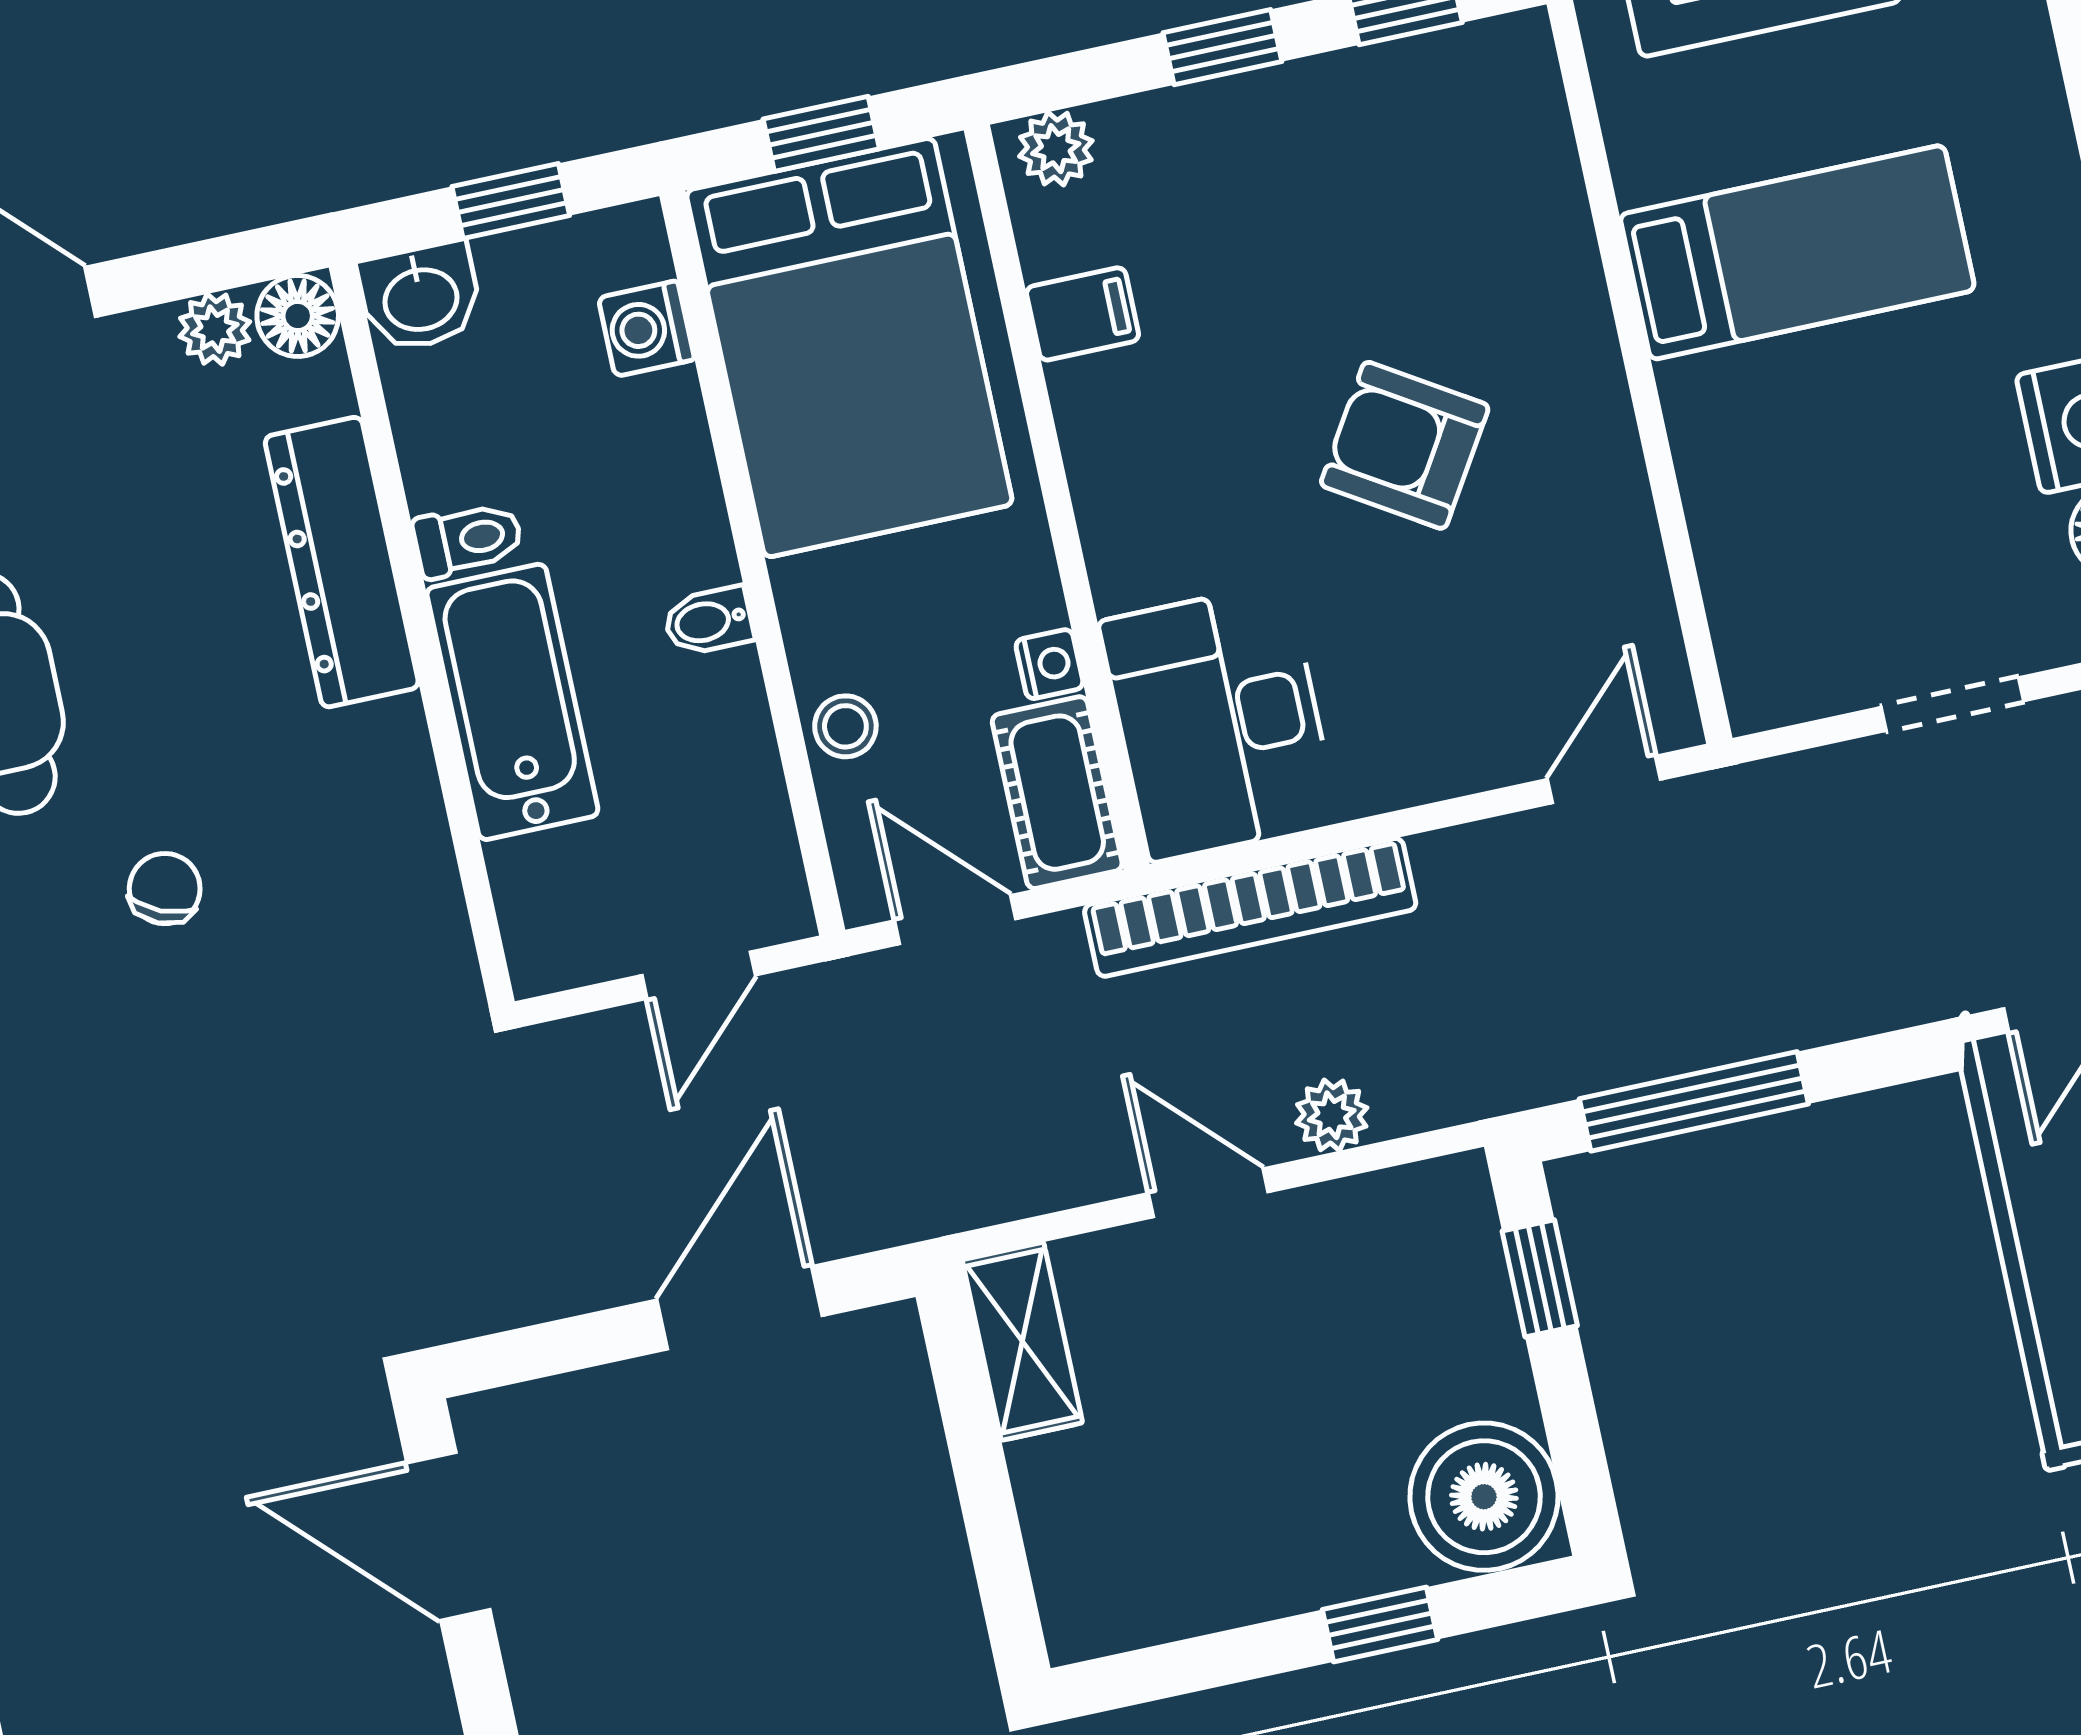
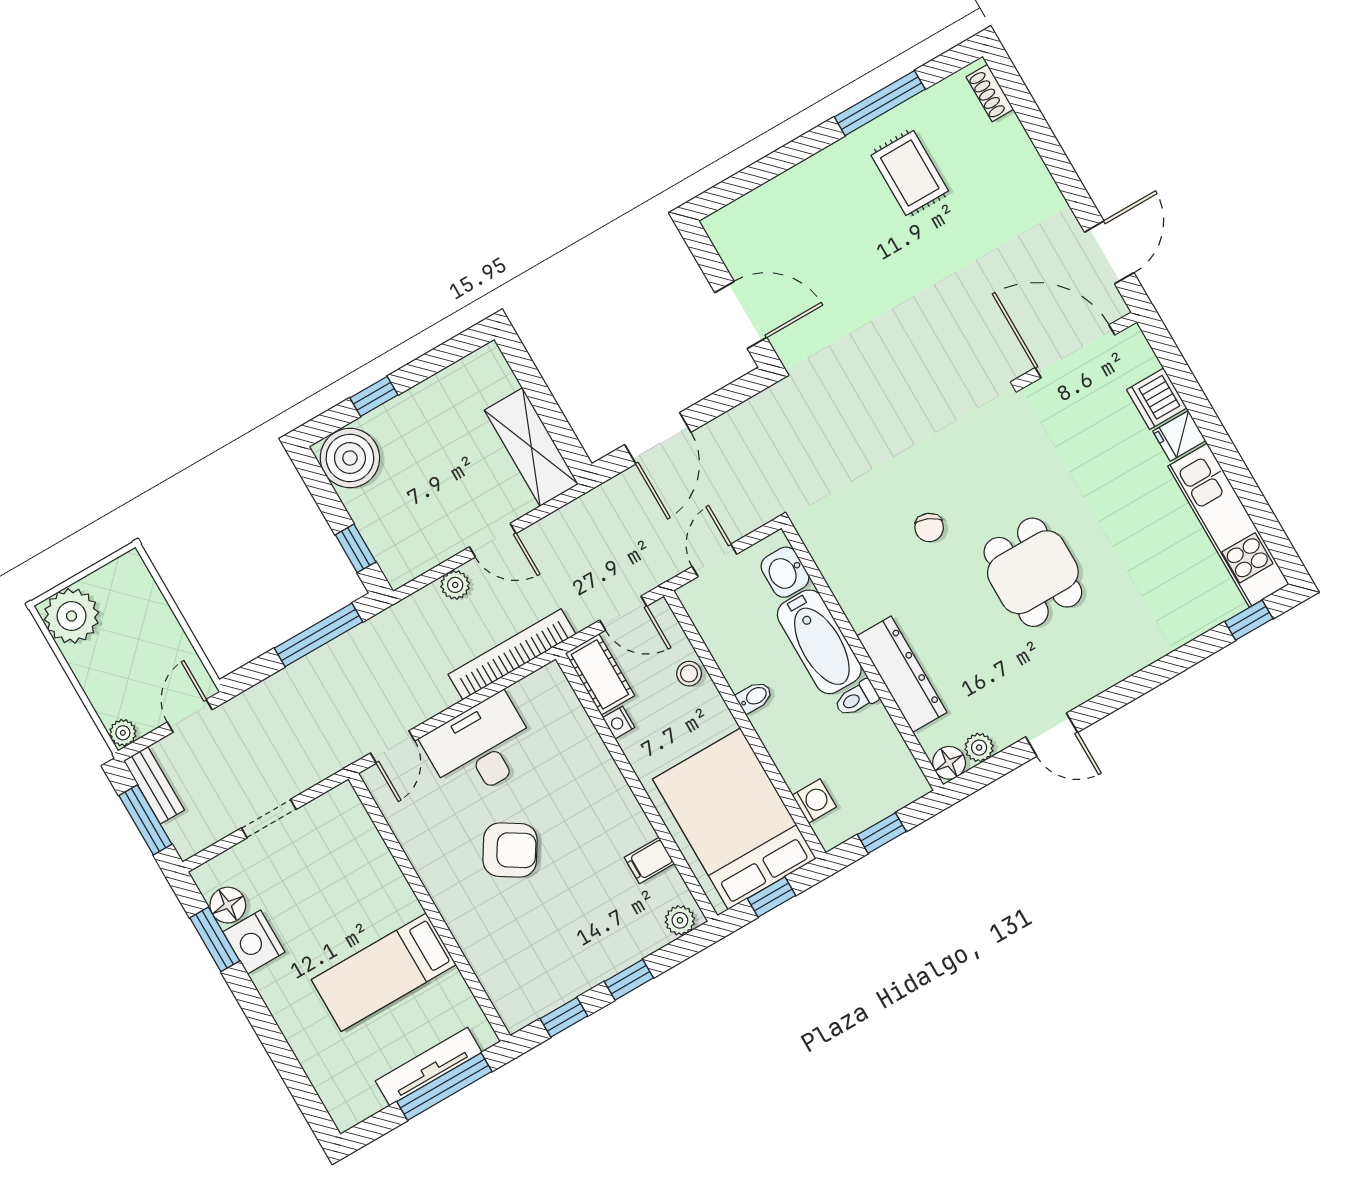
washbasin: (420, 297) -> (785, 572), moved, turned -90
desk: (1219, 722) -> (480, 747), moved, turned -90
shelving: (1022, 1341) -> (531, 447), width x1.50, depth x1.33

